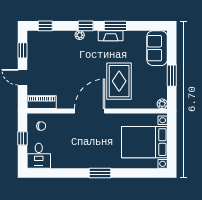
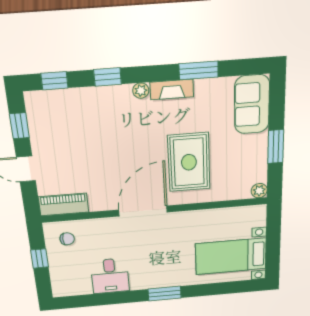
window: (86, 26) -> (108, 77), moved
window: (115, 26) -> (199, 70), moved
plant: (80, 35) -> (141, 91), moved
bed with nightstands: (144, 142) -> (231, 256), width x0.73
desk: (39, 156) -> (110, 276), moved

